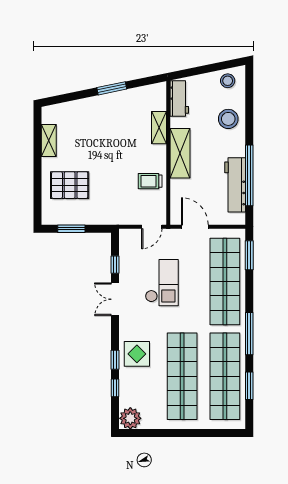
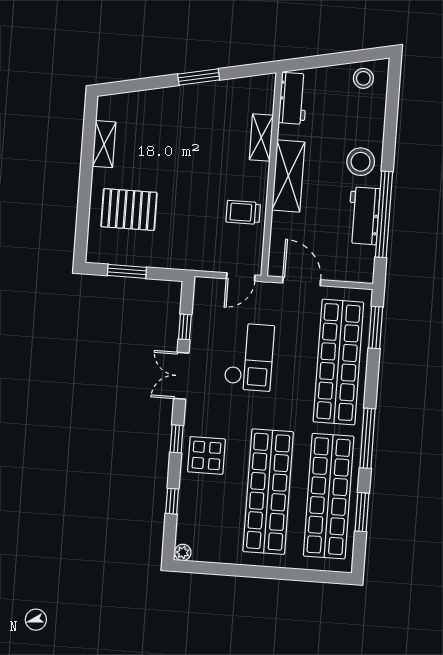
stool: (228, 119) -> (361, 162), moved
workbench: (235, 185) -> (364, 216), width x0.73
window: (115, 360) -> (177, 439), moved
plant: (130, 418) -> (183, 552), width x0.53, depth x0.53

